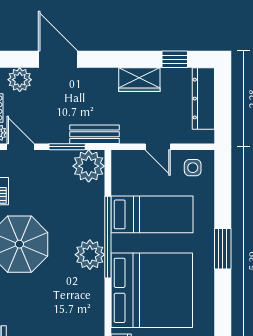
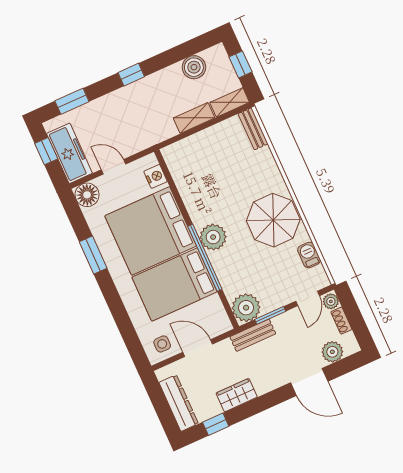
door: (20, 147) -> (308, 298), hinge flipped
door: (158, 147) -> (198, 348), width x1.37
bed: (152, 214) -> (175, 284), width x1.50
window: (223, 249) -> (93, 255), moved

